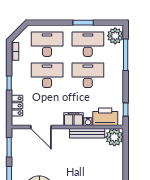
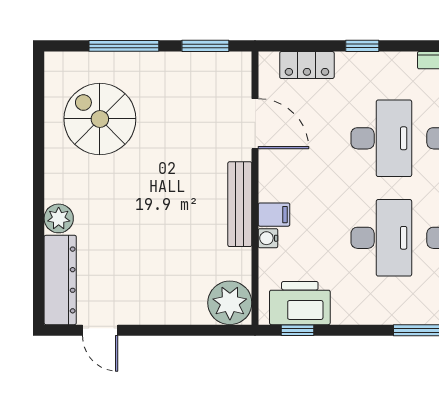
printer: (105, 117) -> (300, 303), moved, turned -90
filing cabinet: (73, 119) -> (274, 215), width x0.50
door: (41, 127) -> (255, 124), swing flipped
bench: (87, 133) -> (240, 204), moved

